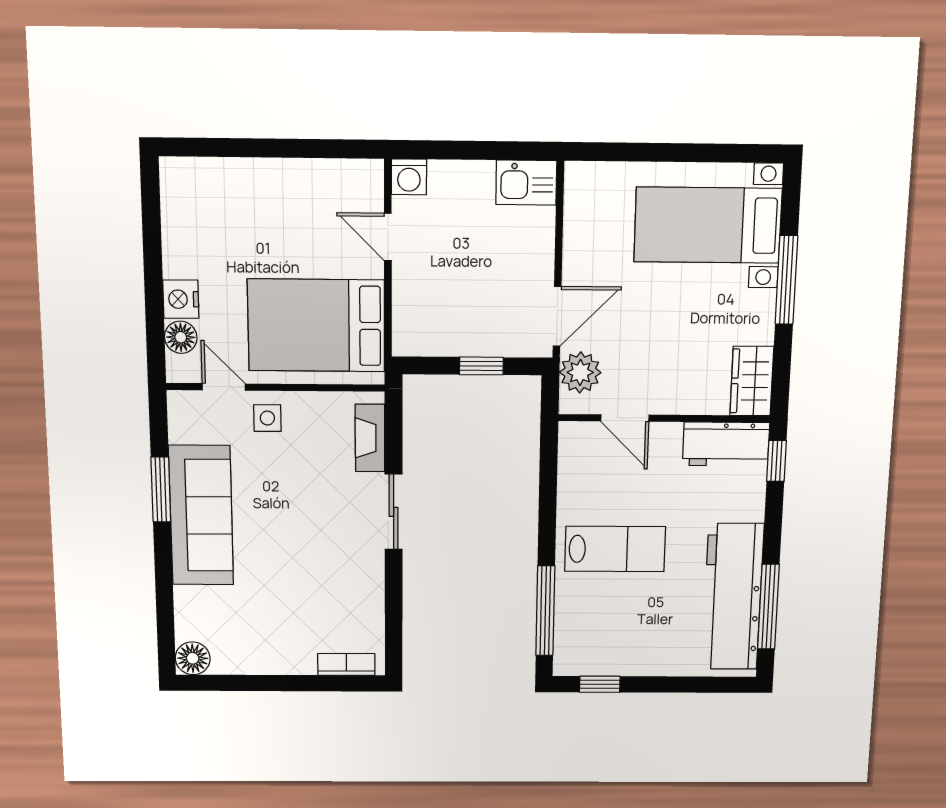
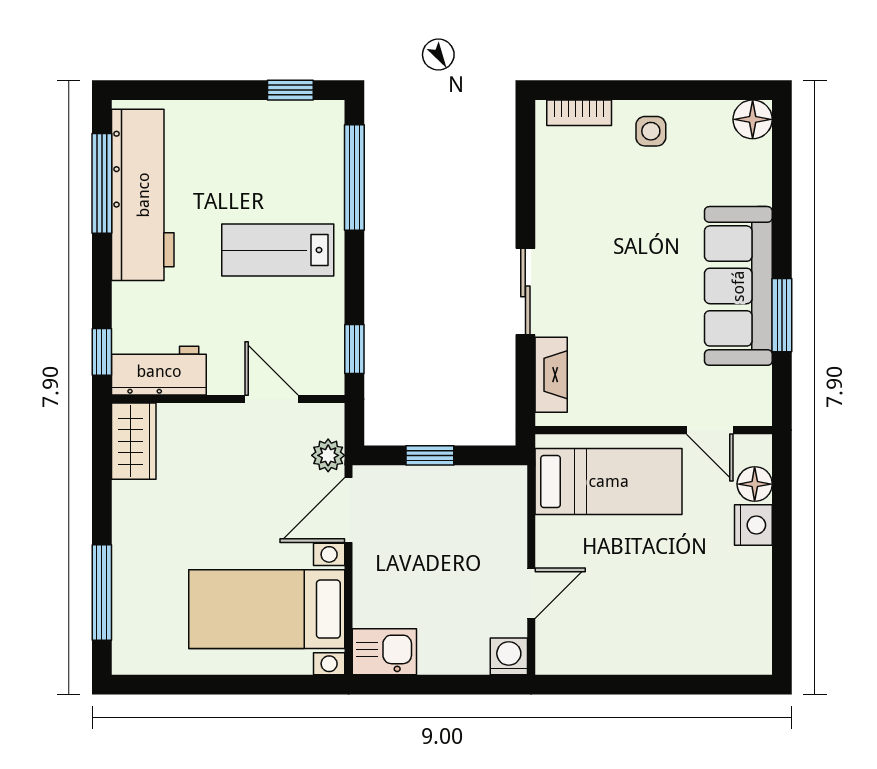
bed with nightstands: (708, 225) -> (267, 609), moved, turned 180
door: (388, 237) -> (531, 593), hinge flipped
window: (786, 280) -> (102, 592), moved
bed: (316, 325) -> (609, 481), width x0.67
plant: (580, 372) -> (328, 455), width x0.73, depth x0.73
side table: (267, 418) -> (651, 131), moved
window: (549, 462) -> (354, 349), added

